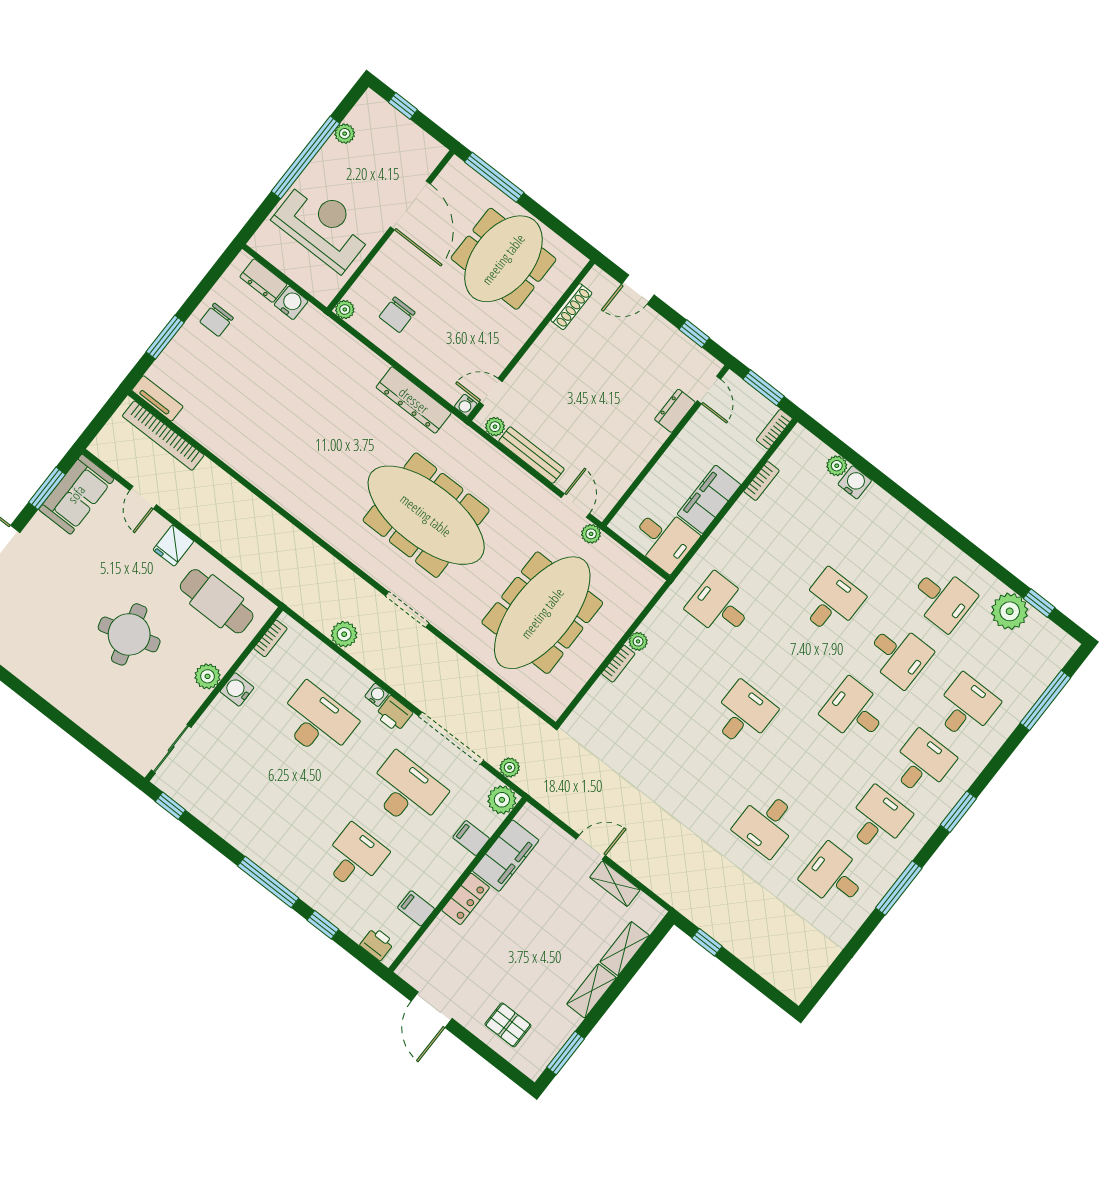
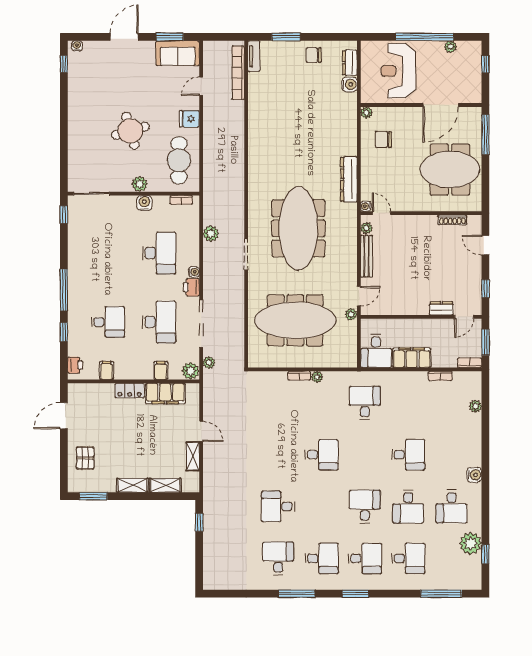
reception desk: (323, 226) -> (398, 71), turned 180
water cooler: (855, 482) -> (474, 475), moved

